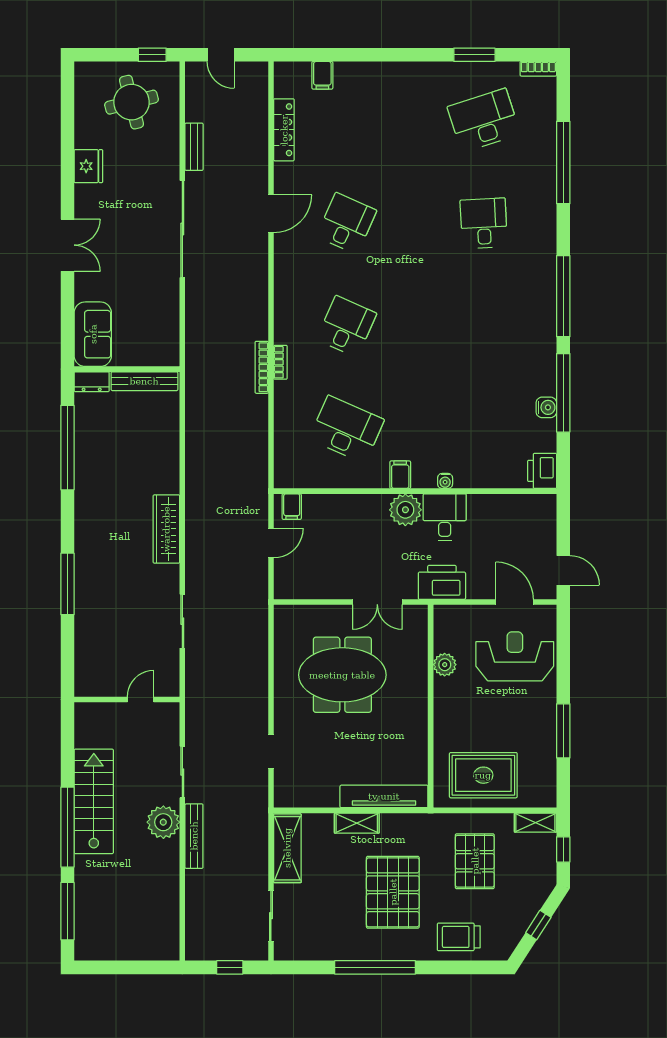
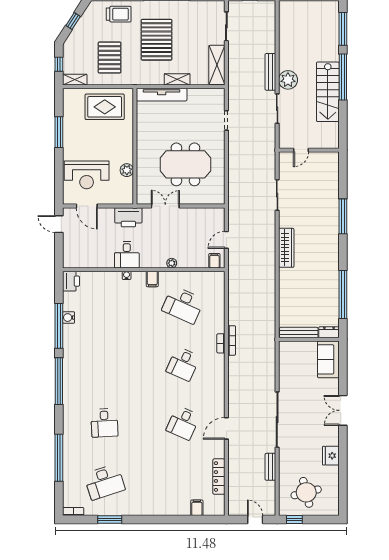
plant: (405, 510) -> (172, 263), moved, width x0.53, depth x0.53

